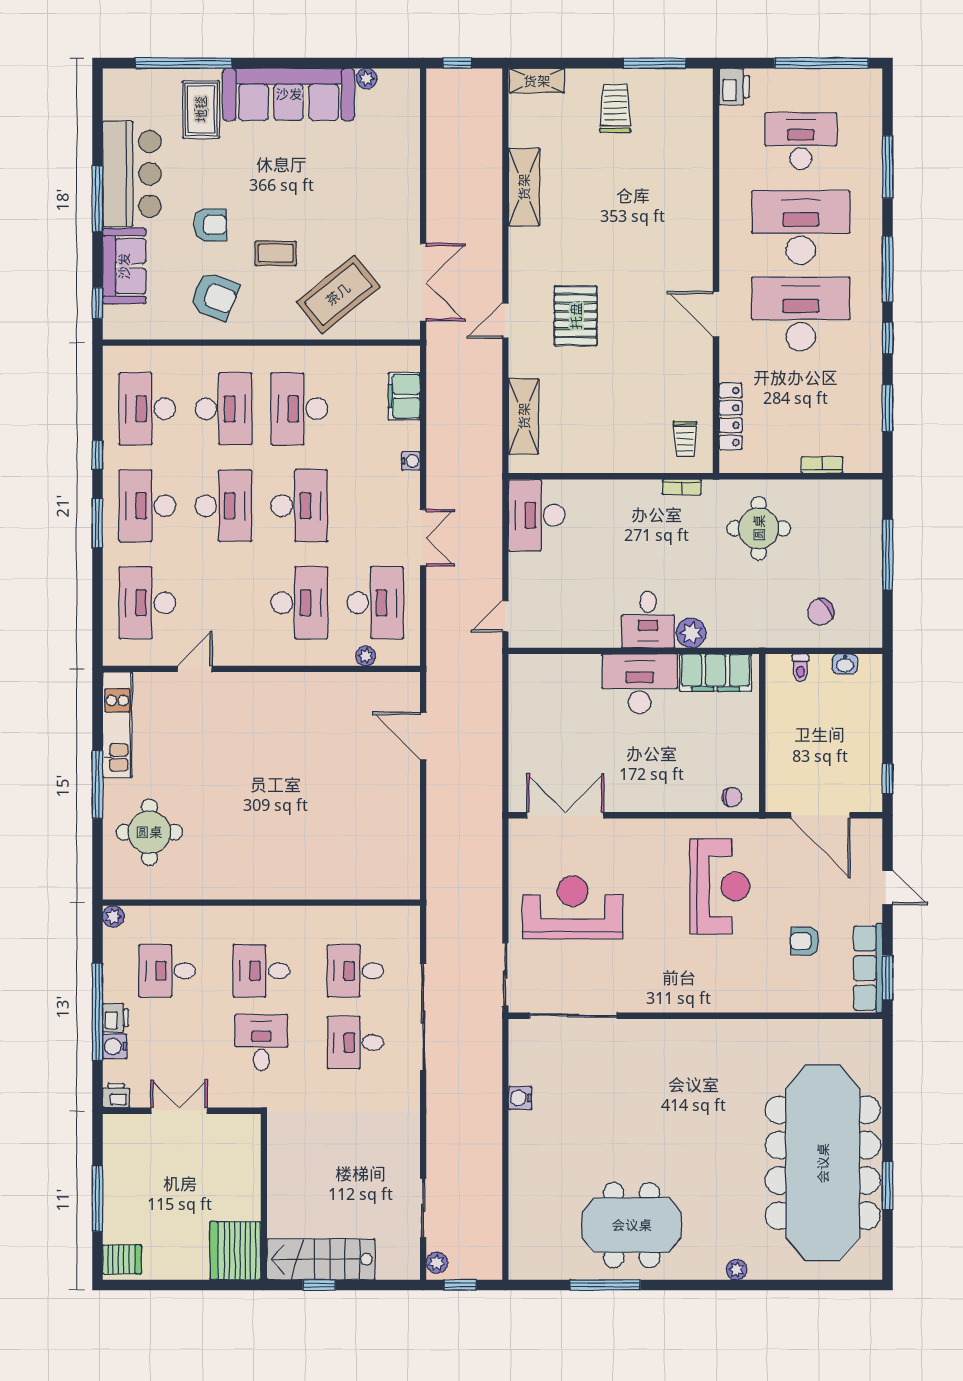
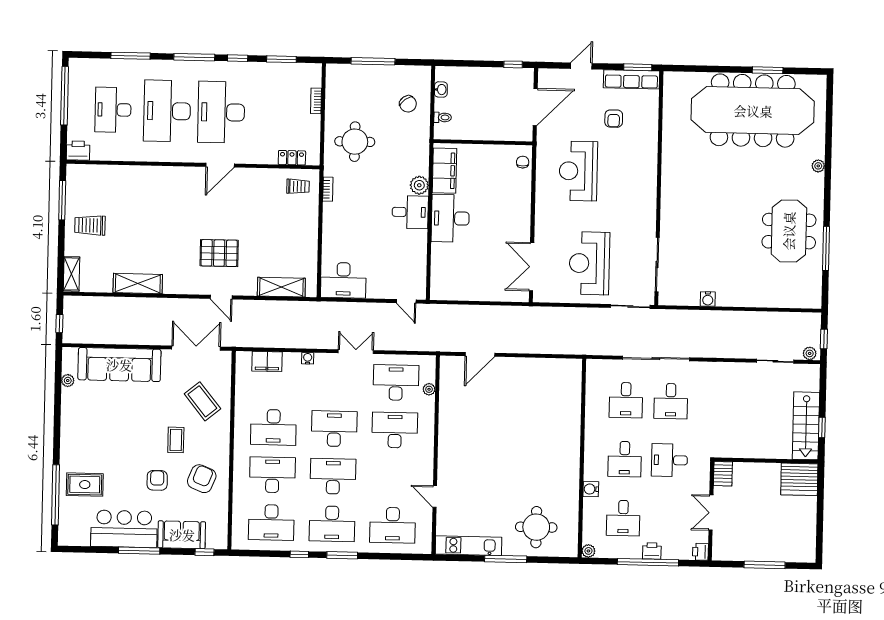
sofa: (289, 94) -> (119, 365), moved, turned 90
coffee table: (338, 294) -> (202, 401), width x0.73, depth x0.76
locker: (731, 417) -> (292, 158), width x0.66
reception desk: (720, 886) -> (578, 171), turned -90
water cooler: (115, 1046) -> (591, 489), moved, turned 90
server rack: (122, 1259) -> (723, 474), moved, turned 180

